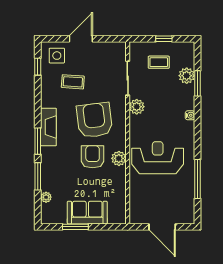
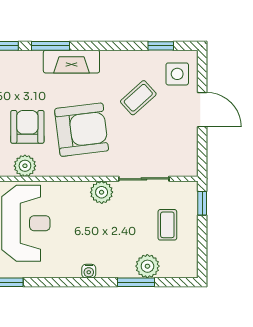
window: (164, 39) -> (202, 203), moved
coffee table: (73, 82) -> (138, 98), turned 44
armchair: (93, 157) -> (27, 127), turned -90

